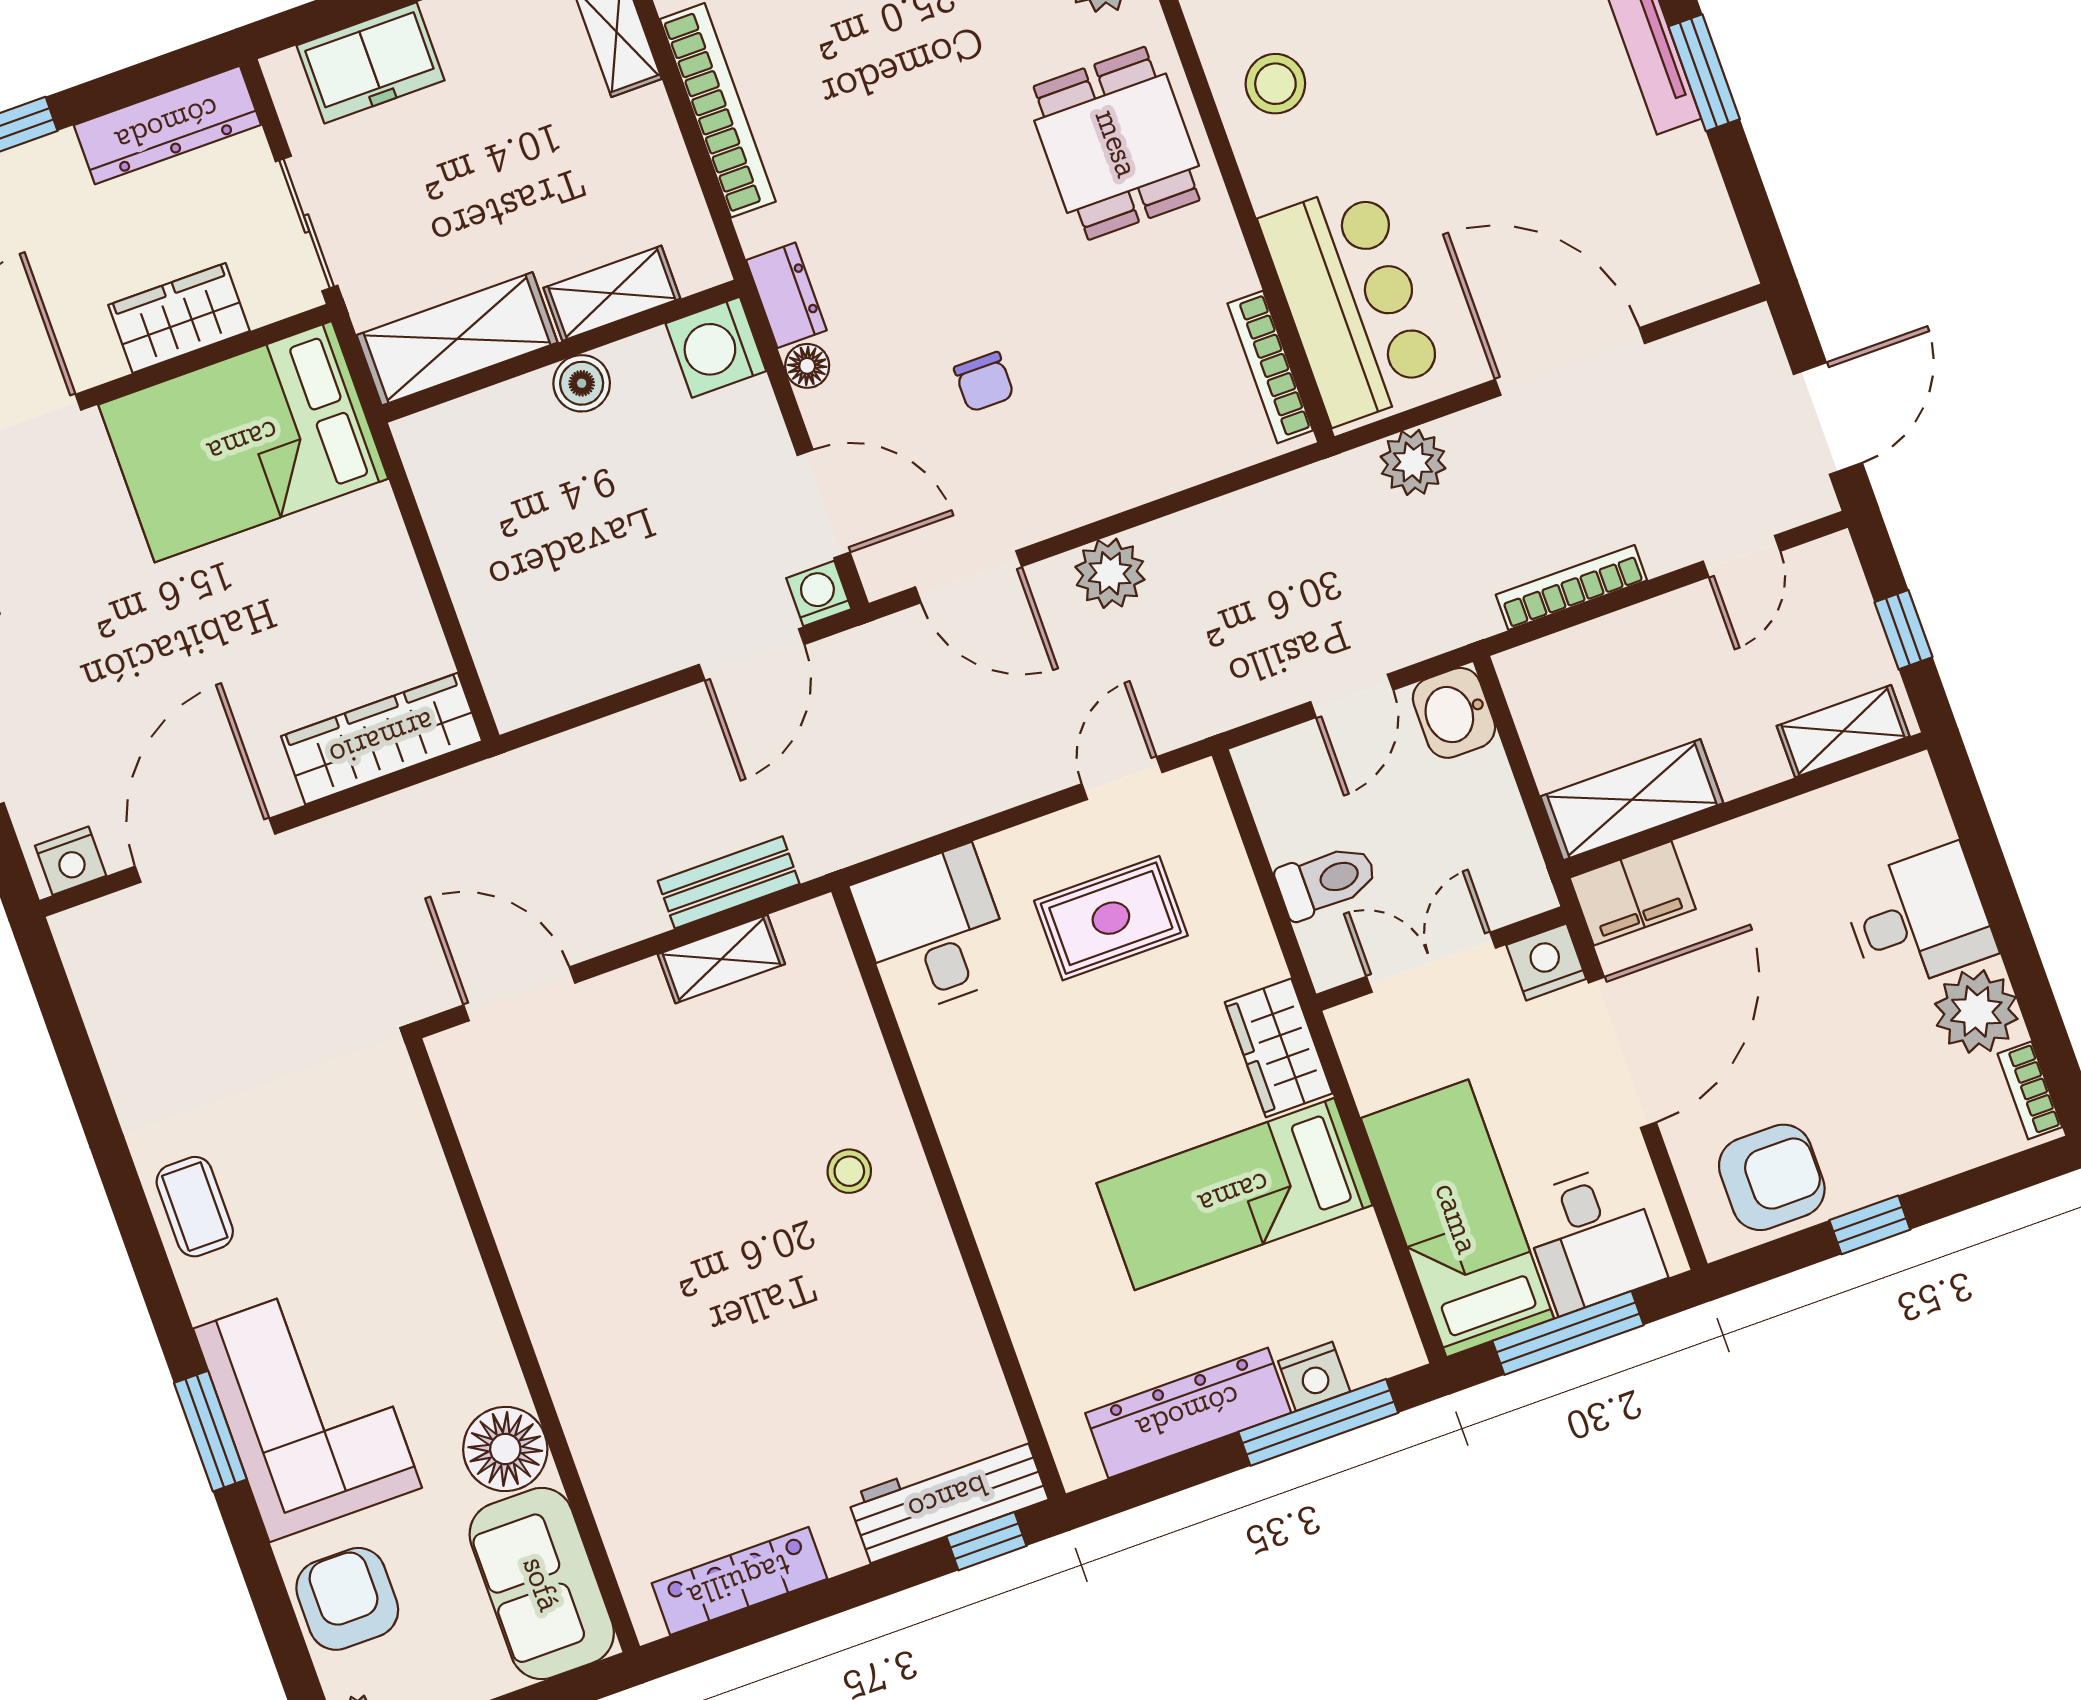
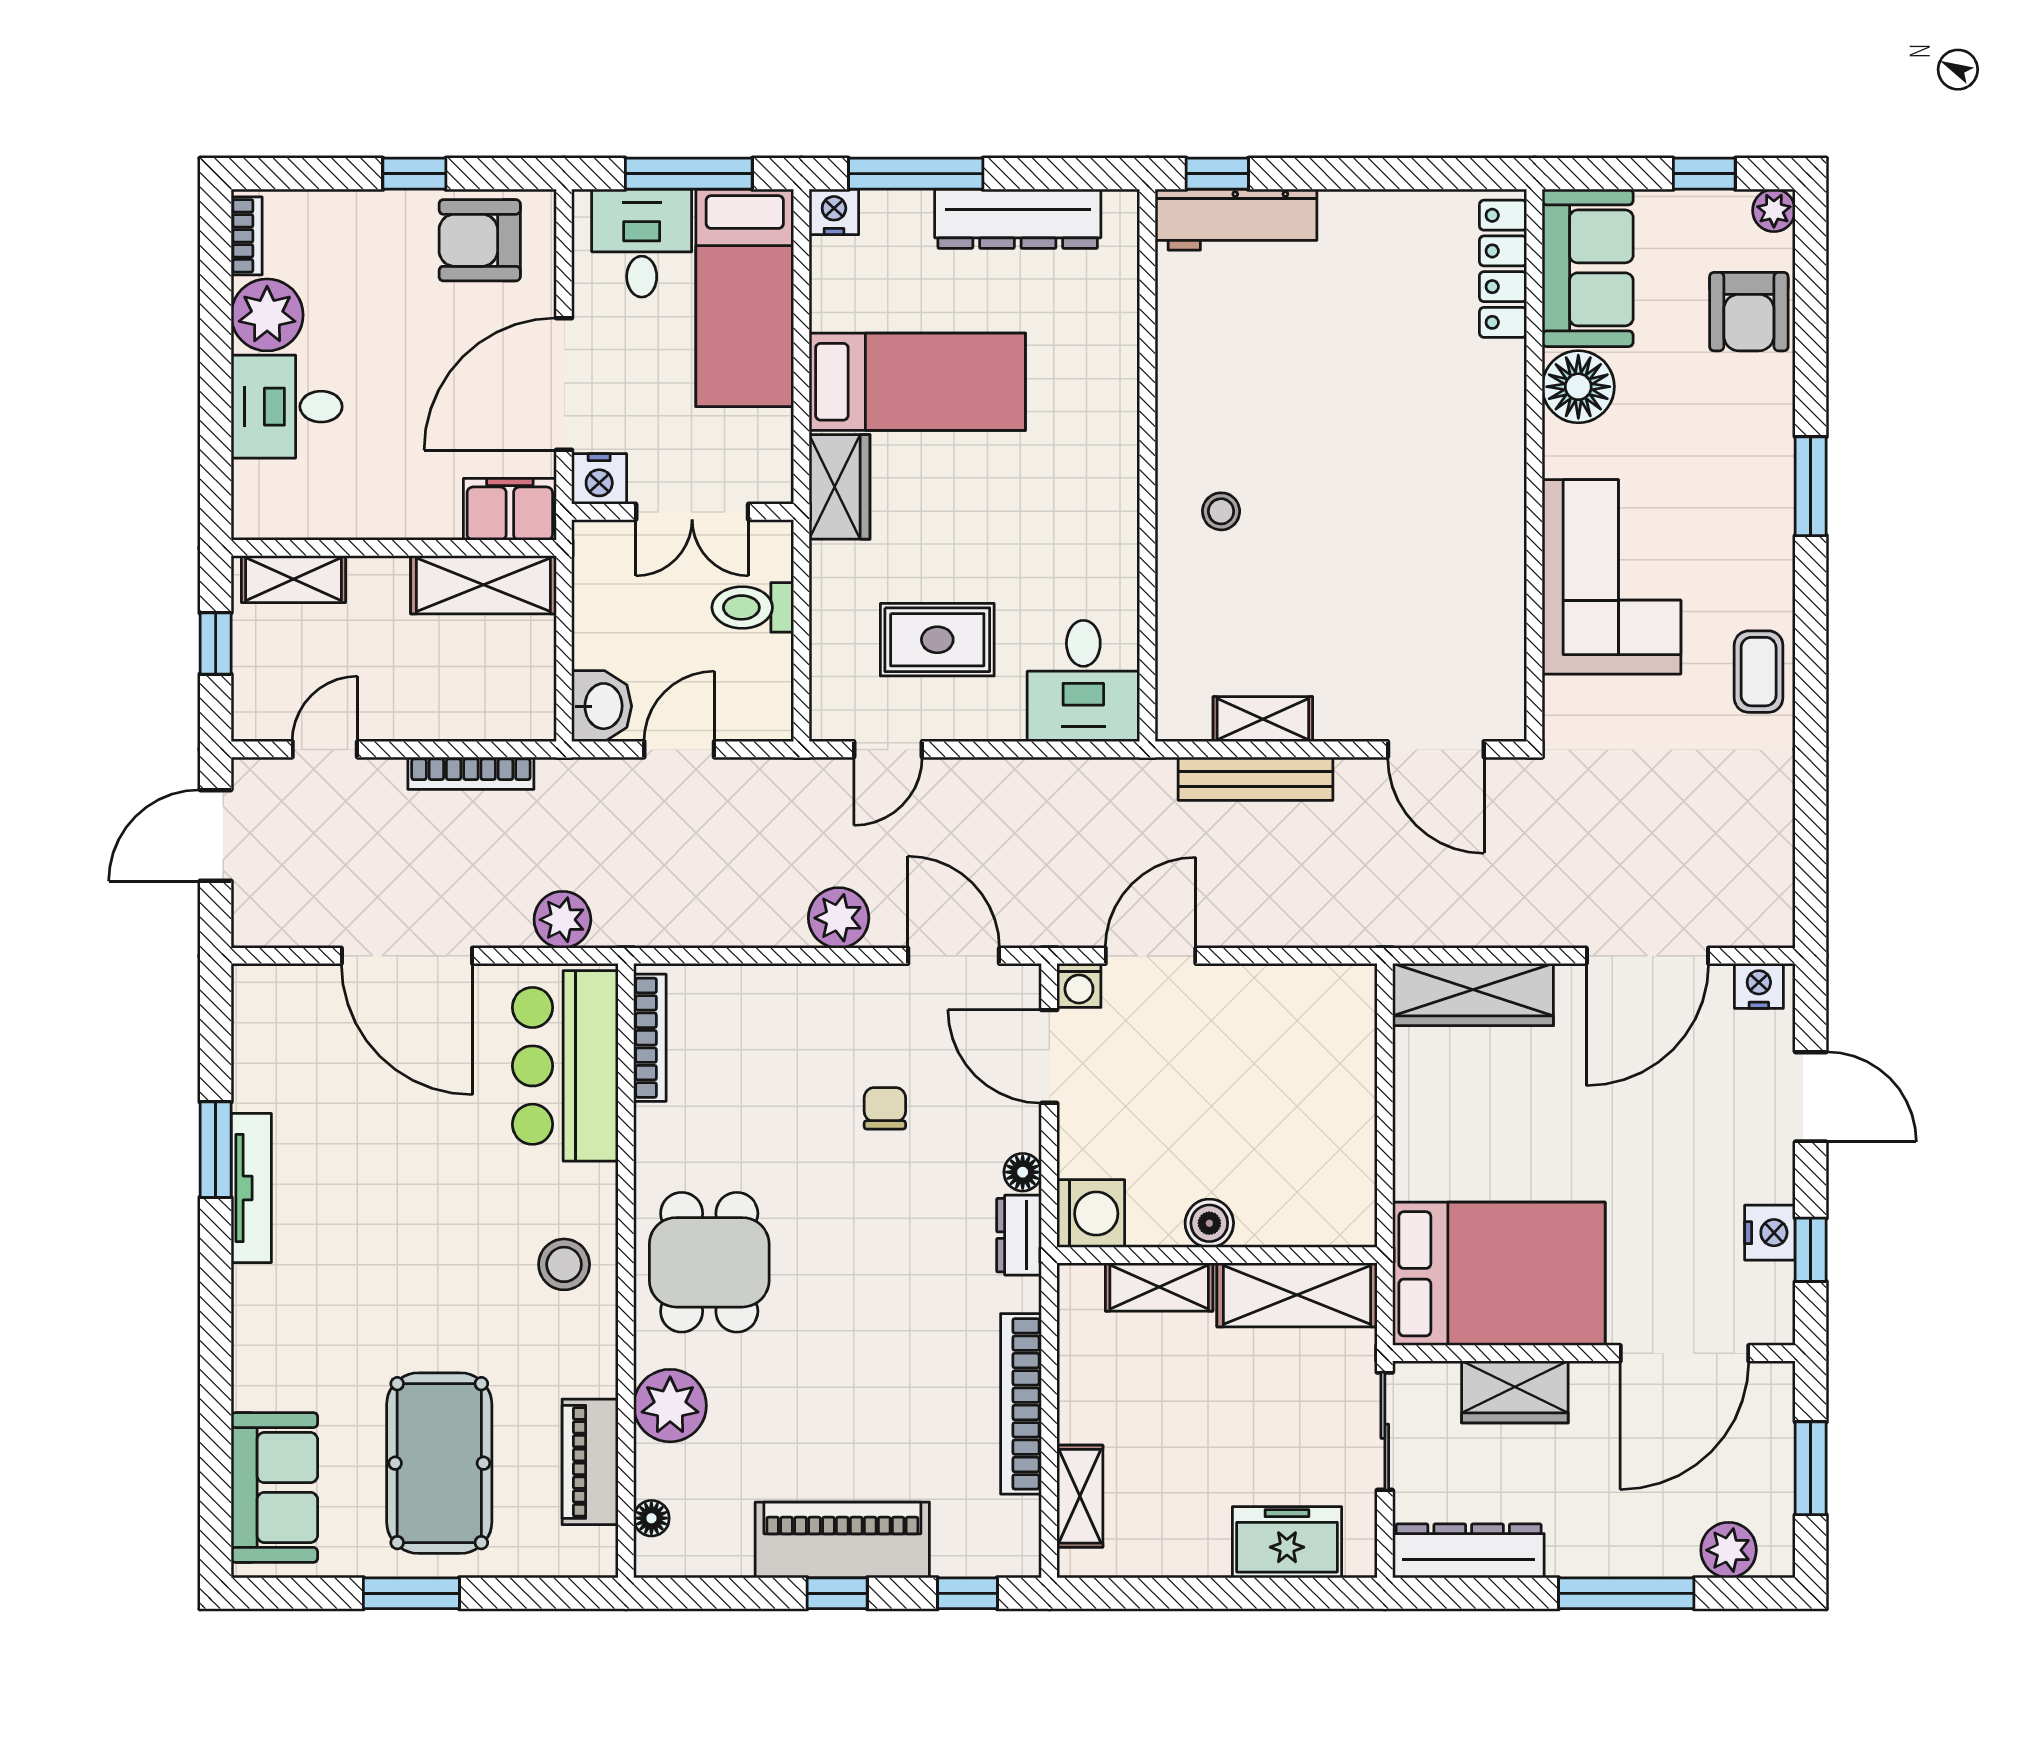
bench: (729, 882) -> (1256, 779), width x1.36
nightstand: (1314, 1376) -> (834, 212), moved
corner sofa: (308, 1408) -> (1612, 577), moved, turned 180
locker: (739, 1581) -> (1503, 269), moved, turned 90

